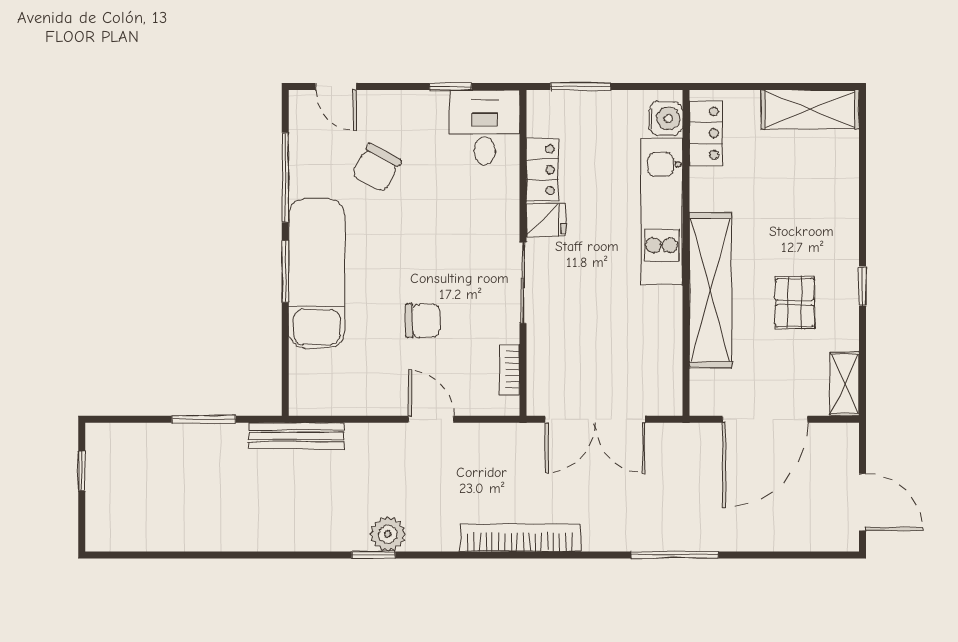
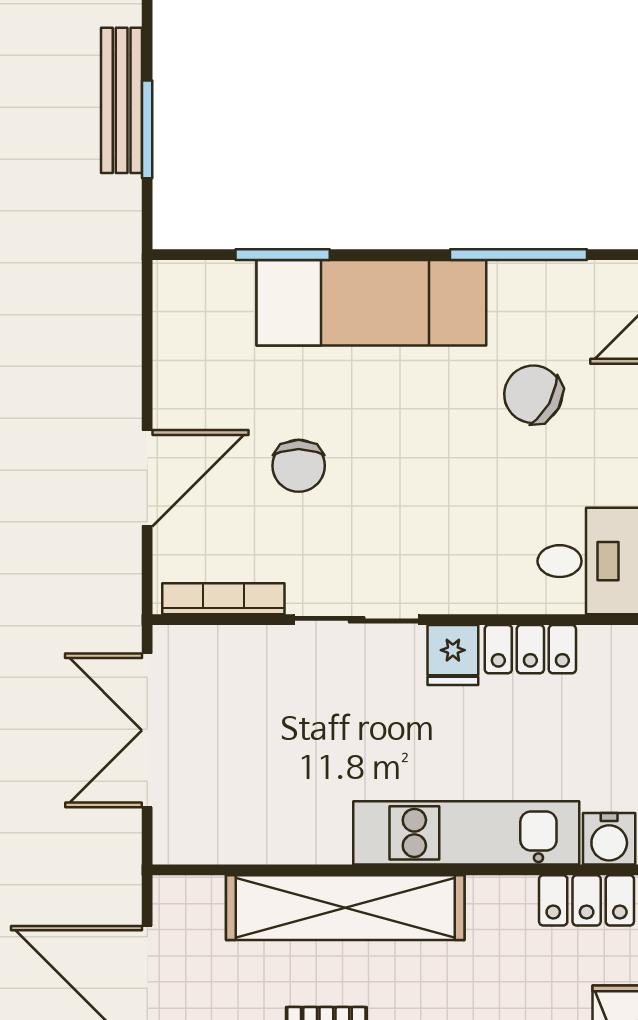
window: (285, 271) -> (283, 255), moved
bookcase: (509, 370) -> (223, 599), width x1.56
door: (431, 419) -> (147, 478), width x1.38
bench: (297, 436) -> (122, 100), moved

